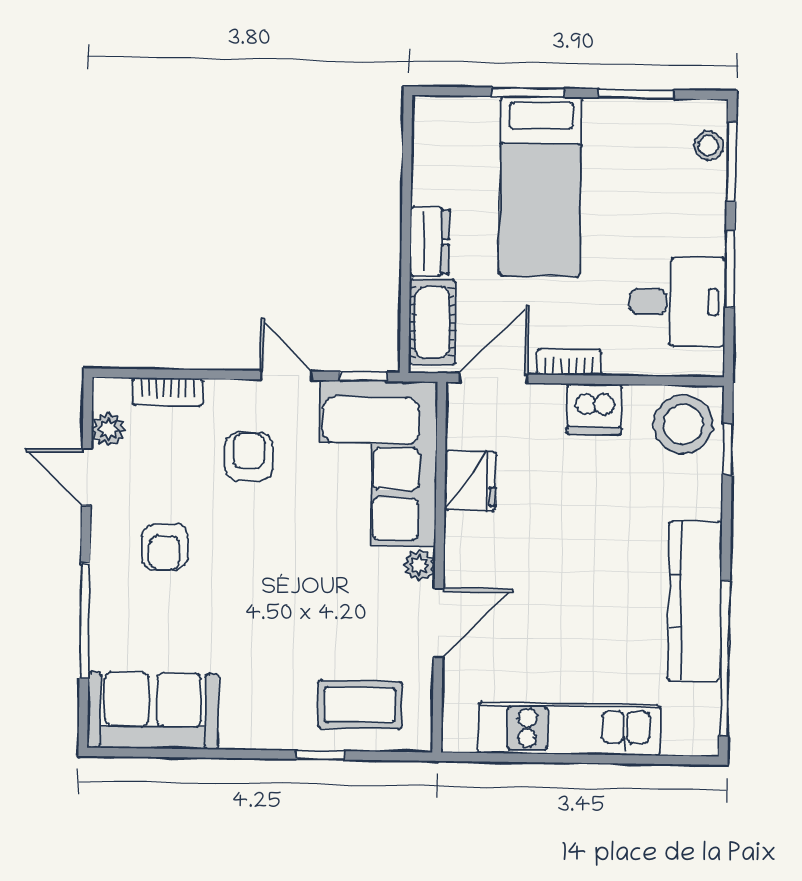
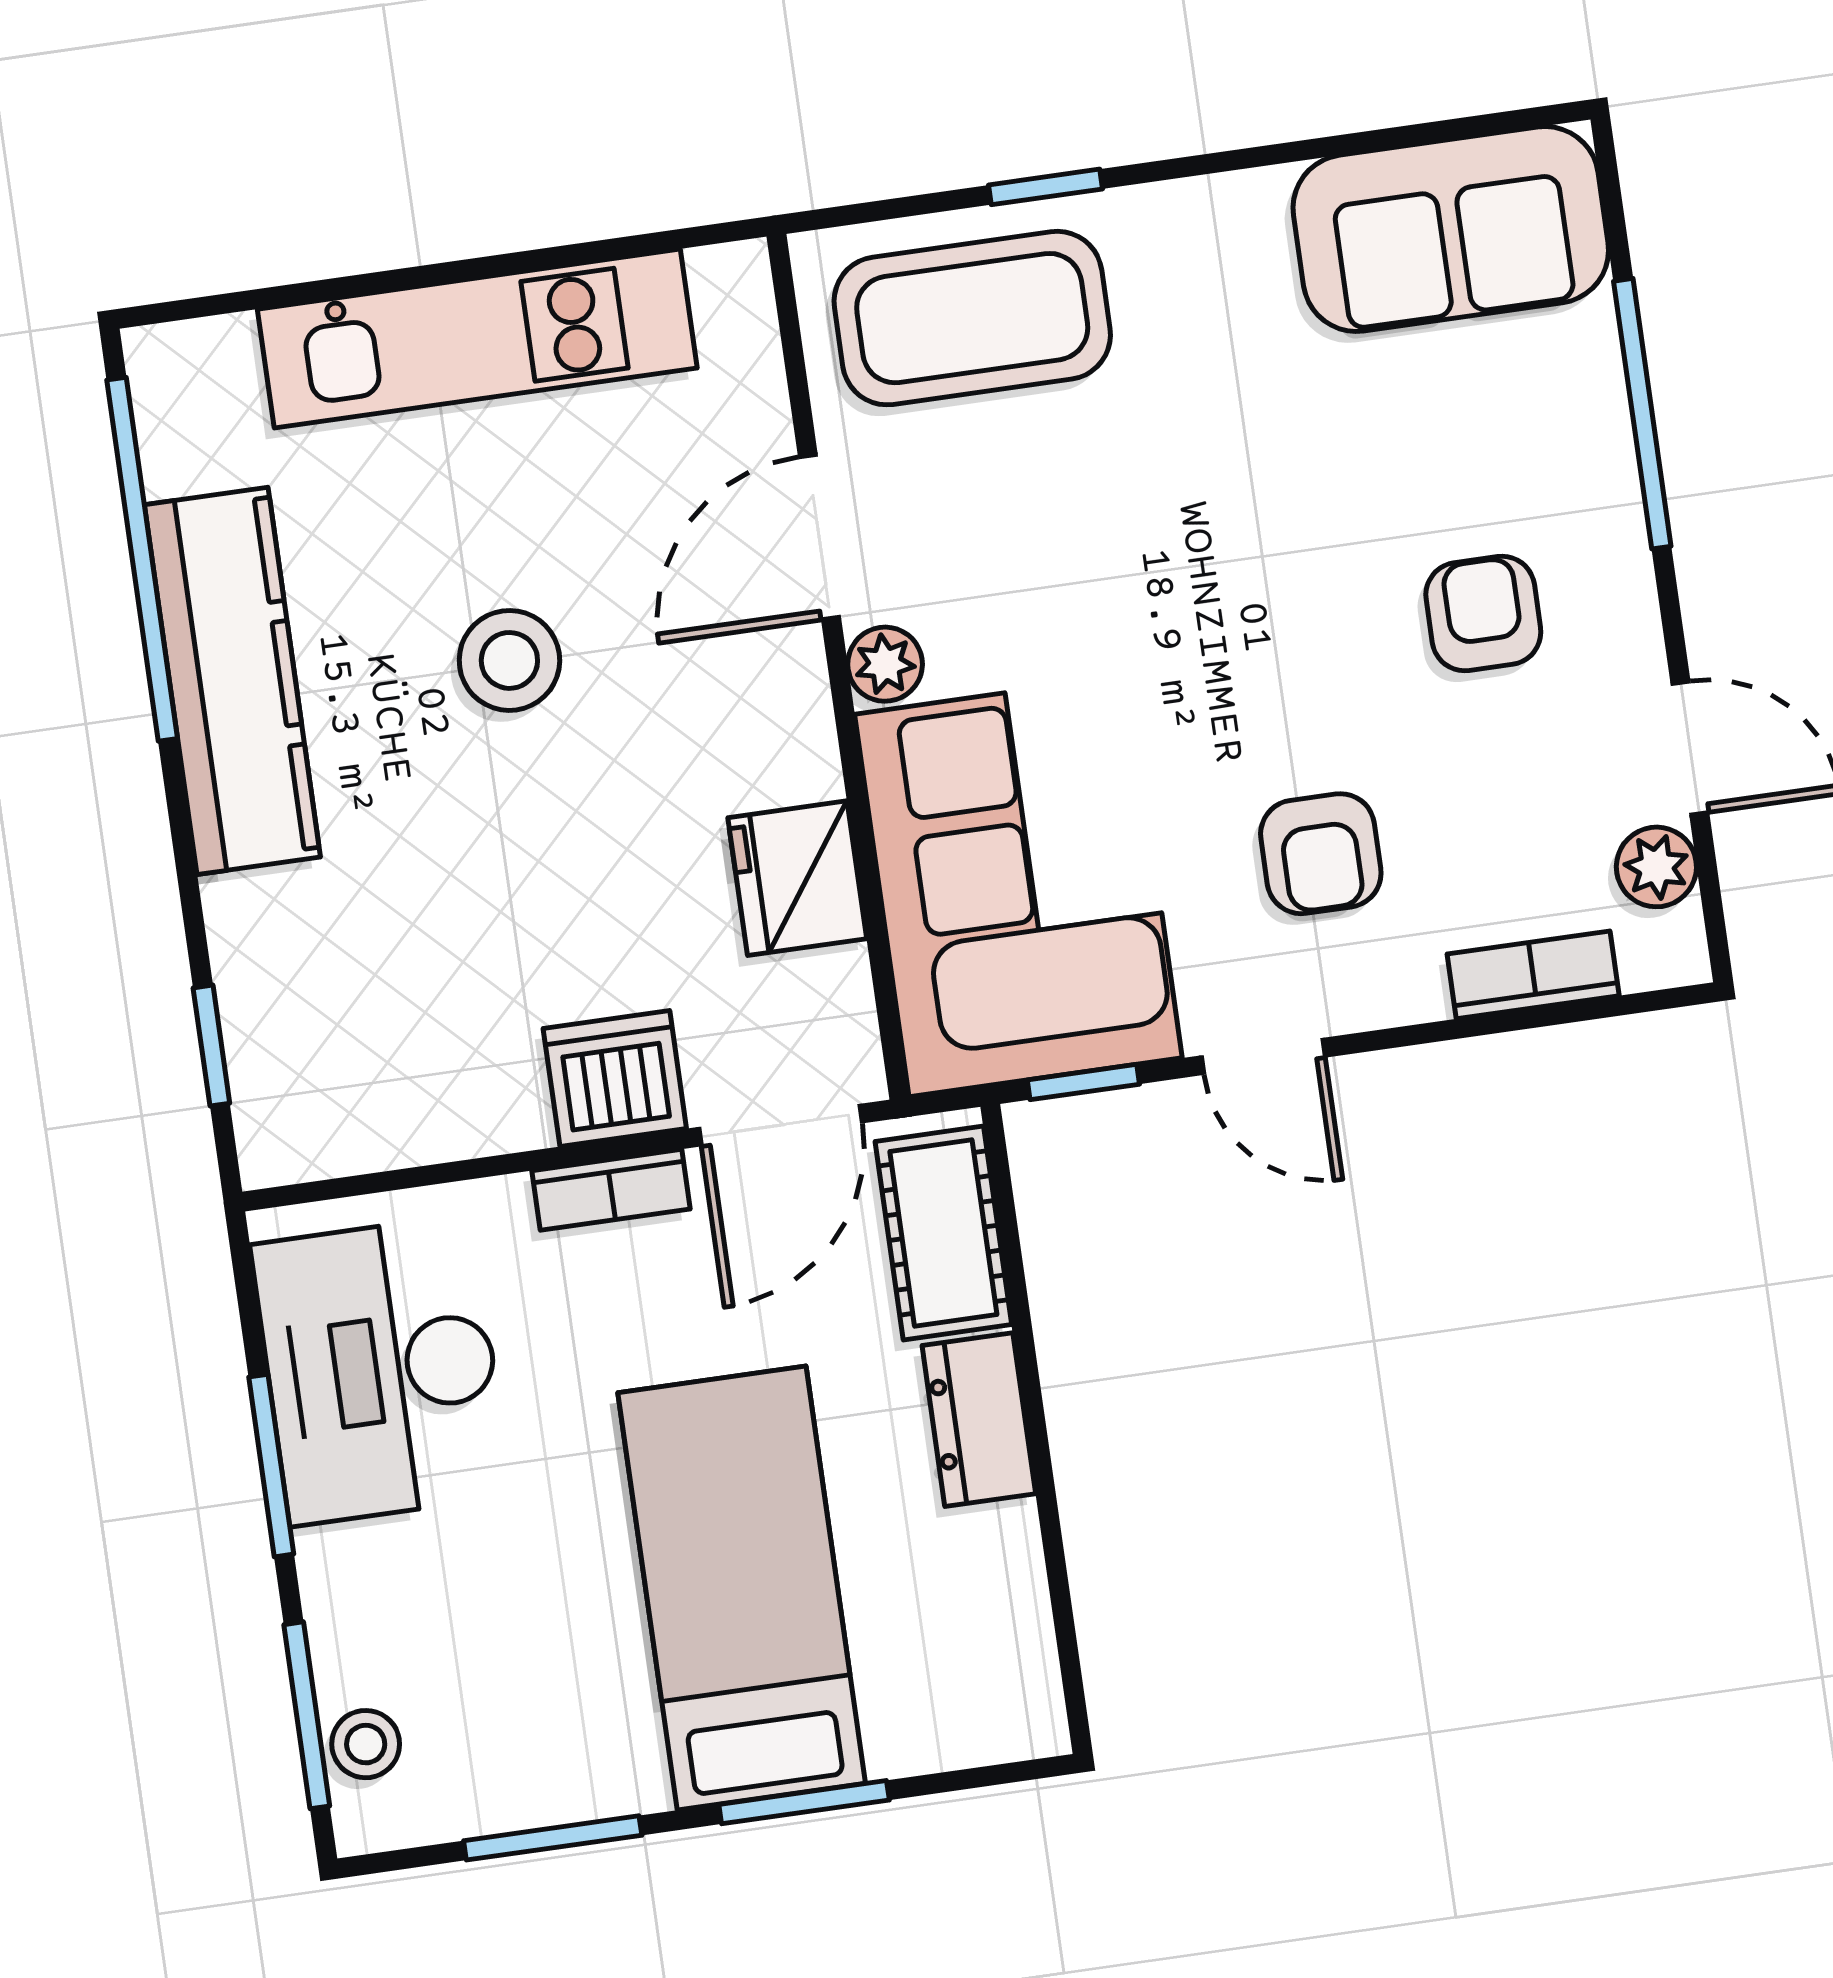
desk: (678, 302) -> (381, 1370), width x1.37
dishwasher: (594, 409) -> (615, 1078), moved
stool: (683, 424) -> (509, 660), moved, width x0.73, depth x0.73
coffee table: (360, 705) -> (972, 318), width x1.36, depth x1.32

